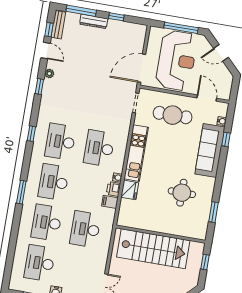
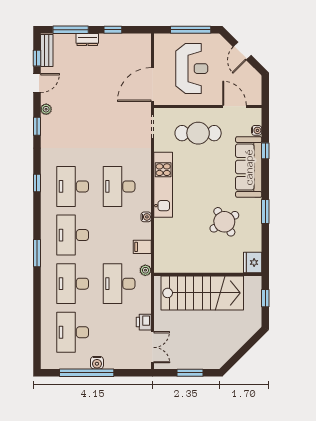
dresser: (94, 21) -> (87, 40), width x0.70
door: (46, 50) -> (37, 83), hinge flipped
door: (221, 53) -> (242, 51), hinge flipped
reception desk: (177, 60) -> (192, 69), width x0.74, depth x0.77
printer: (113, 189) -> (144, 322), moved
fridge: (130, 190) -> (253, 262), moved, turned 180
round table: (182, 193) -> (224, 222), turned -32
window: (214, 212) -> (265, 212), moved
plant: (109, 222) -> (145, 270), added

